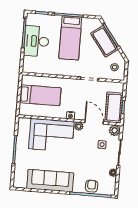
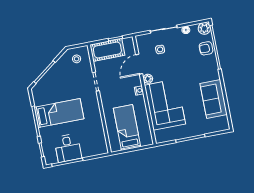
desk: (36, 41) -> (68, 148), width x0.73
cot: (104, 41) -> (53, 77), removed
cot: (114, 107) -> (107, 50), moved
plant: (115, 130) -> (204, 28), moved
sofa: (50, 181) -> (214, 99), width x0.73

